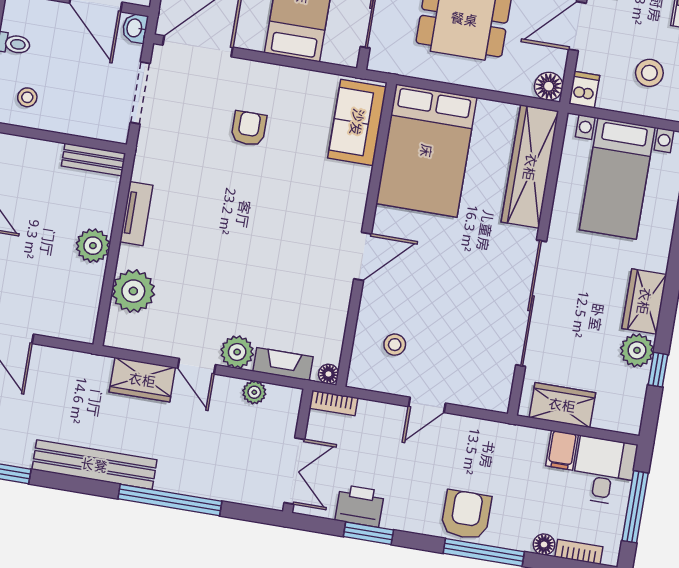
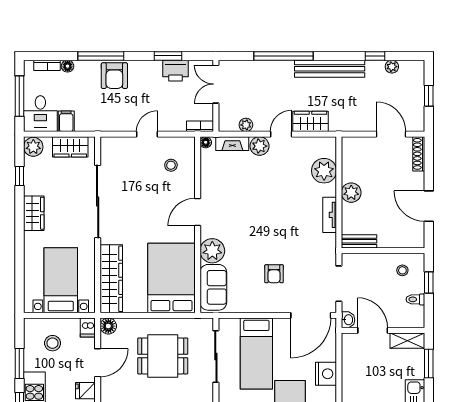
plant: (348, 186) -> (212, 251), added
plant: (637, 350) -> (33, 147), moved
door: (197, 366) -> (281, 134), hinge flipped

